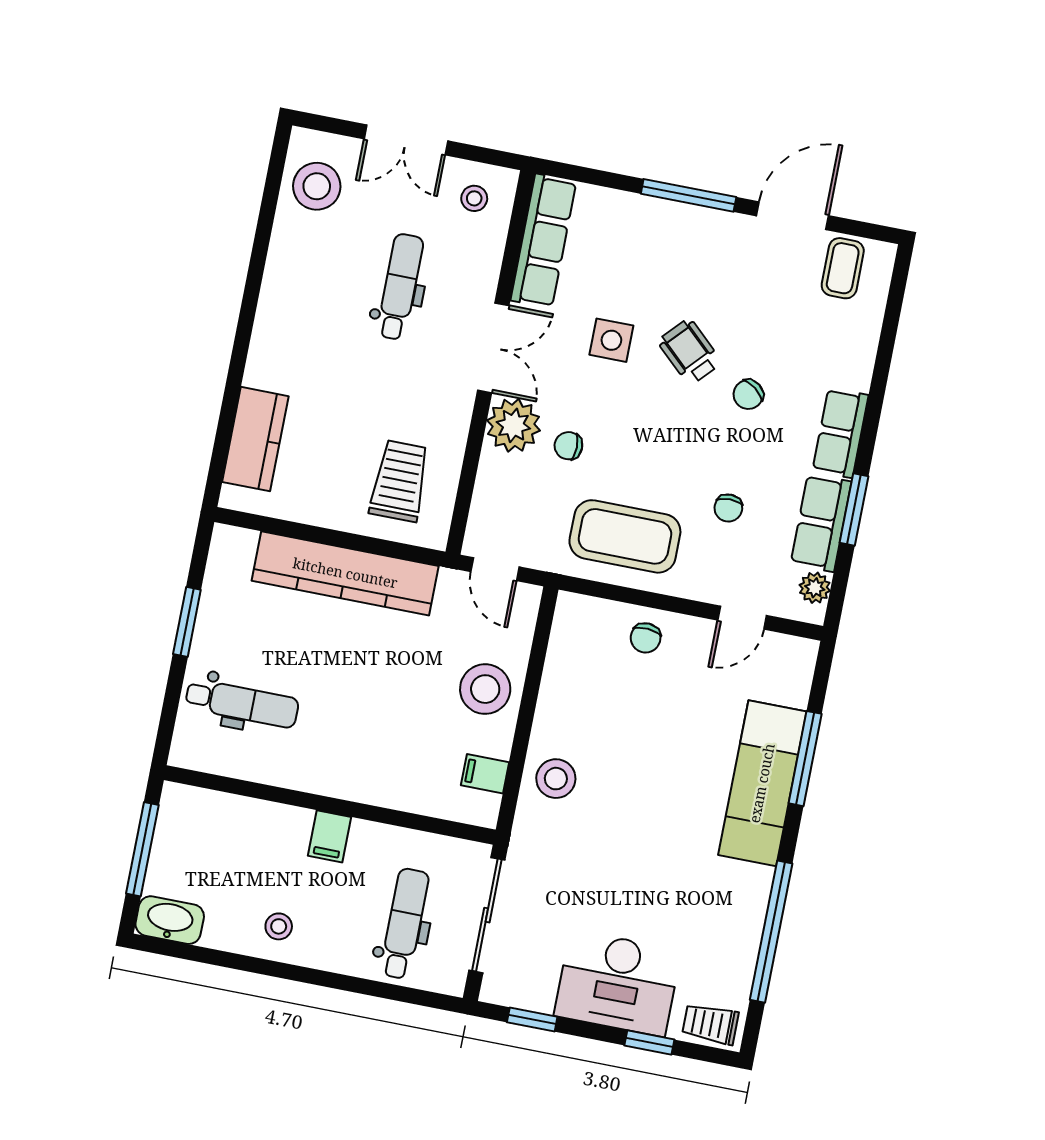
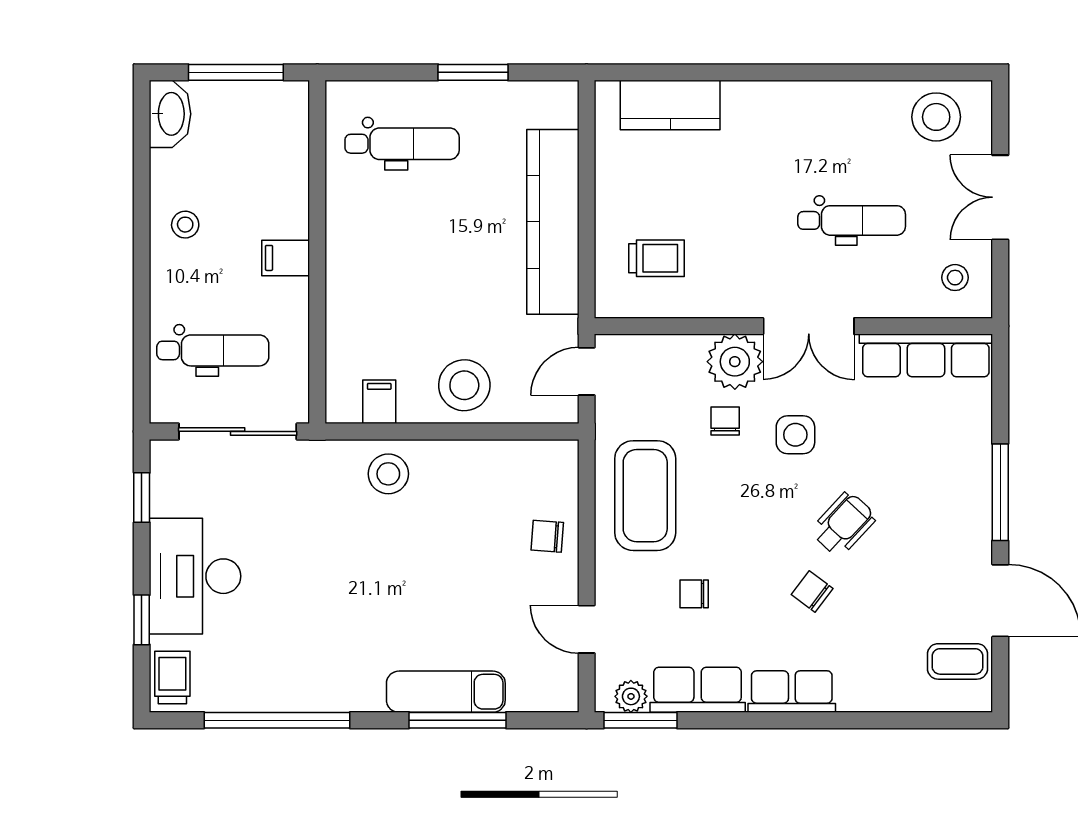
side table: (611, 340) -> (795, 435), moved
trolley: (400, 481) -> (656, 258), width x0.73, depth x0.72
window: (854, 509) -> (640, 720), moved
dental chair: (242, 703) -> (402, 144), turned -90
exam couch: (762, 783) -> (446, 692), width x0.73, depth x0.69

